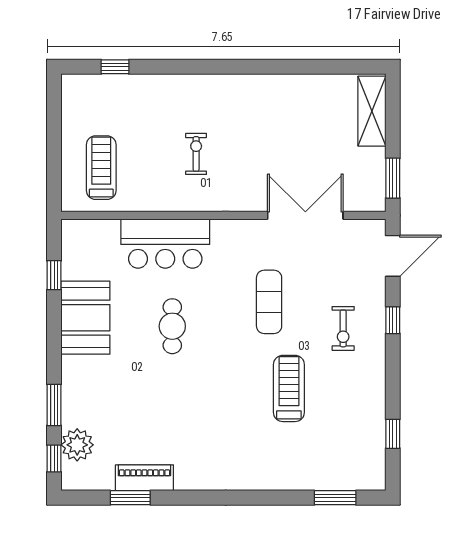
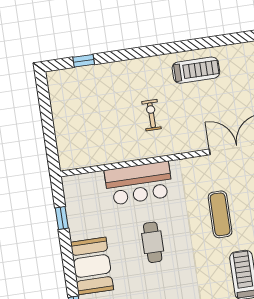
treadmill: (101, 168) -> (196, 70), moved, turned 90
booth: (85, 318) -> (92, 266), moved

